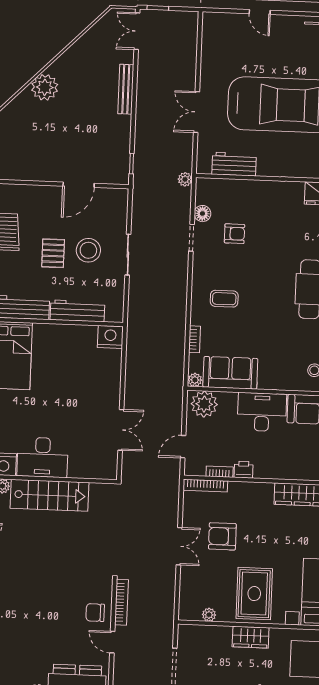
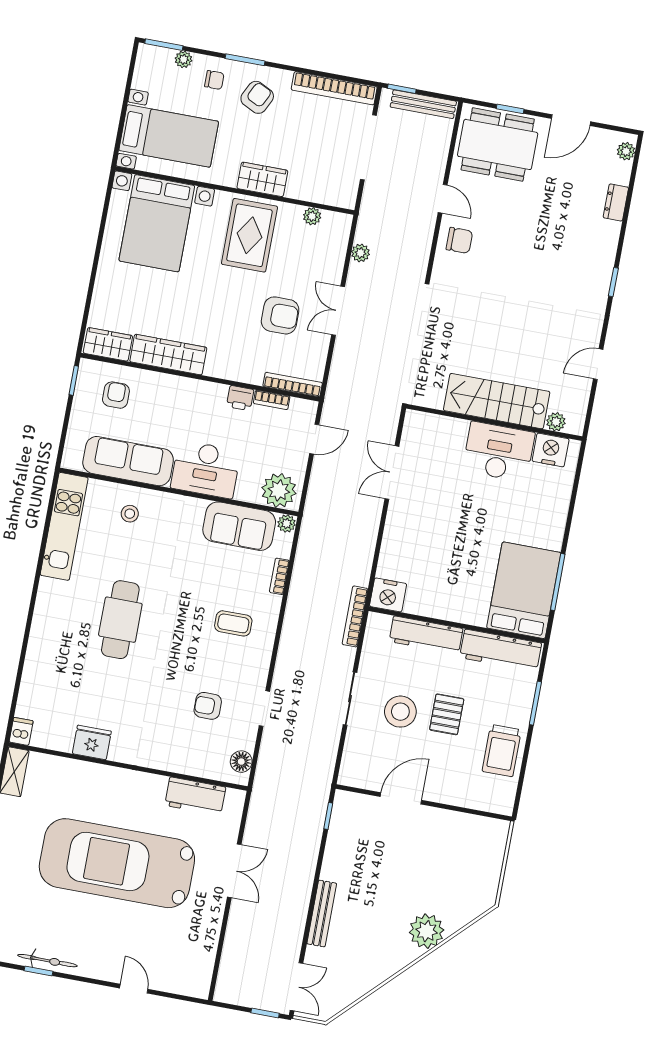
plant: (185, 179) -> (361, 253), moved
floor lamp: (202, 214) -> (241, 762), moved
bookcase: (122, 602) -> (355, 616), moved

